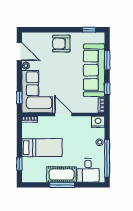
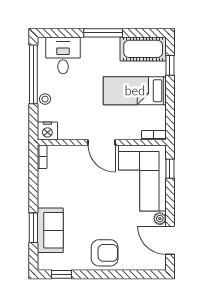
sofa: (94, 70) -> (50, 230), width x0.54, depth x0.79
window: (107, 89) -> (33, 182), removed
cot: (62, 175) -> (143, 49), moved

